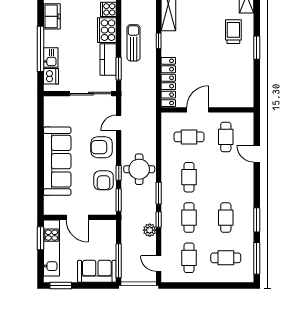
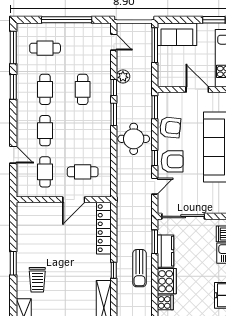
window: (119, 173) -> (155, 158), moved
cafe table: (189, 177) -> (45, 131), moved
armchair: (104, 180) -> (170, 127), turned 96
cafe table: (189, 258) -> (83, 48), removed
window: (205, 286) -> (67, 20), added

